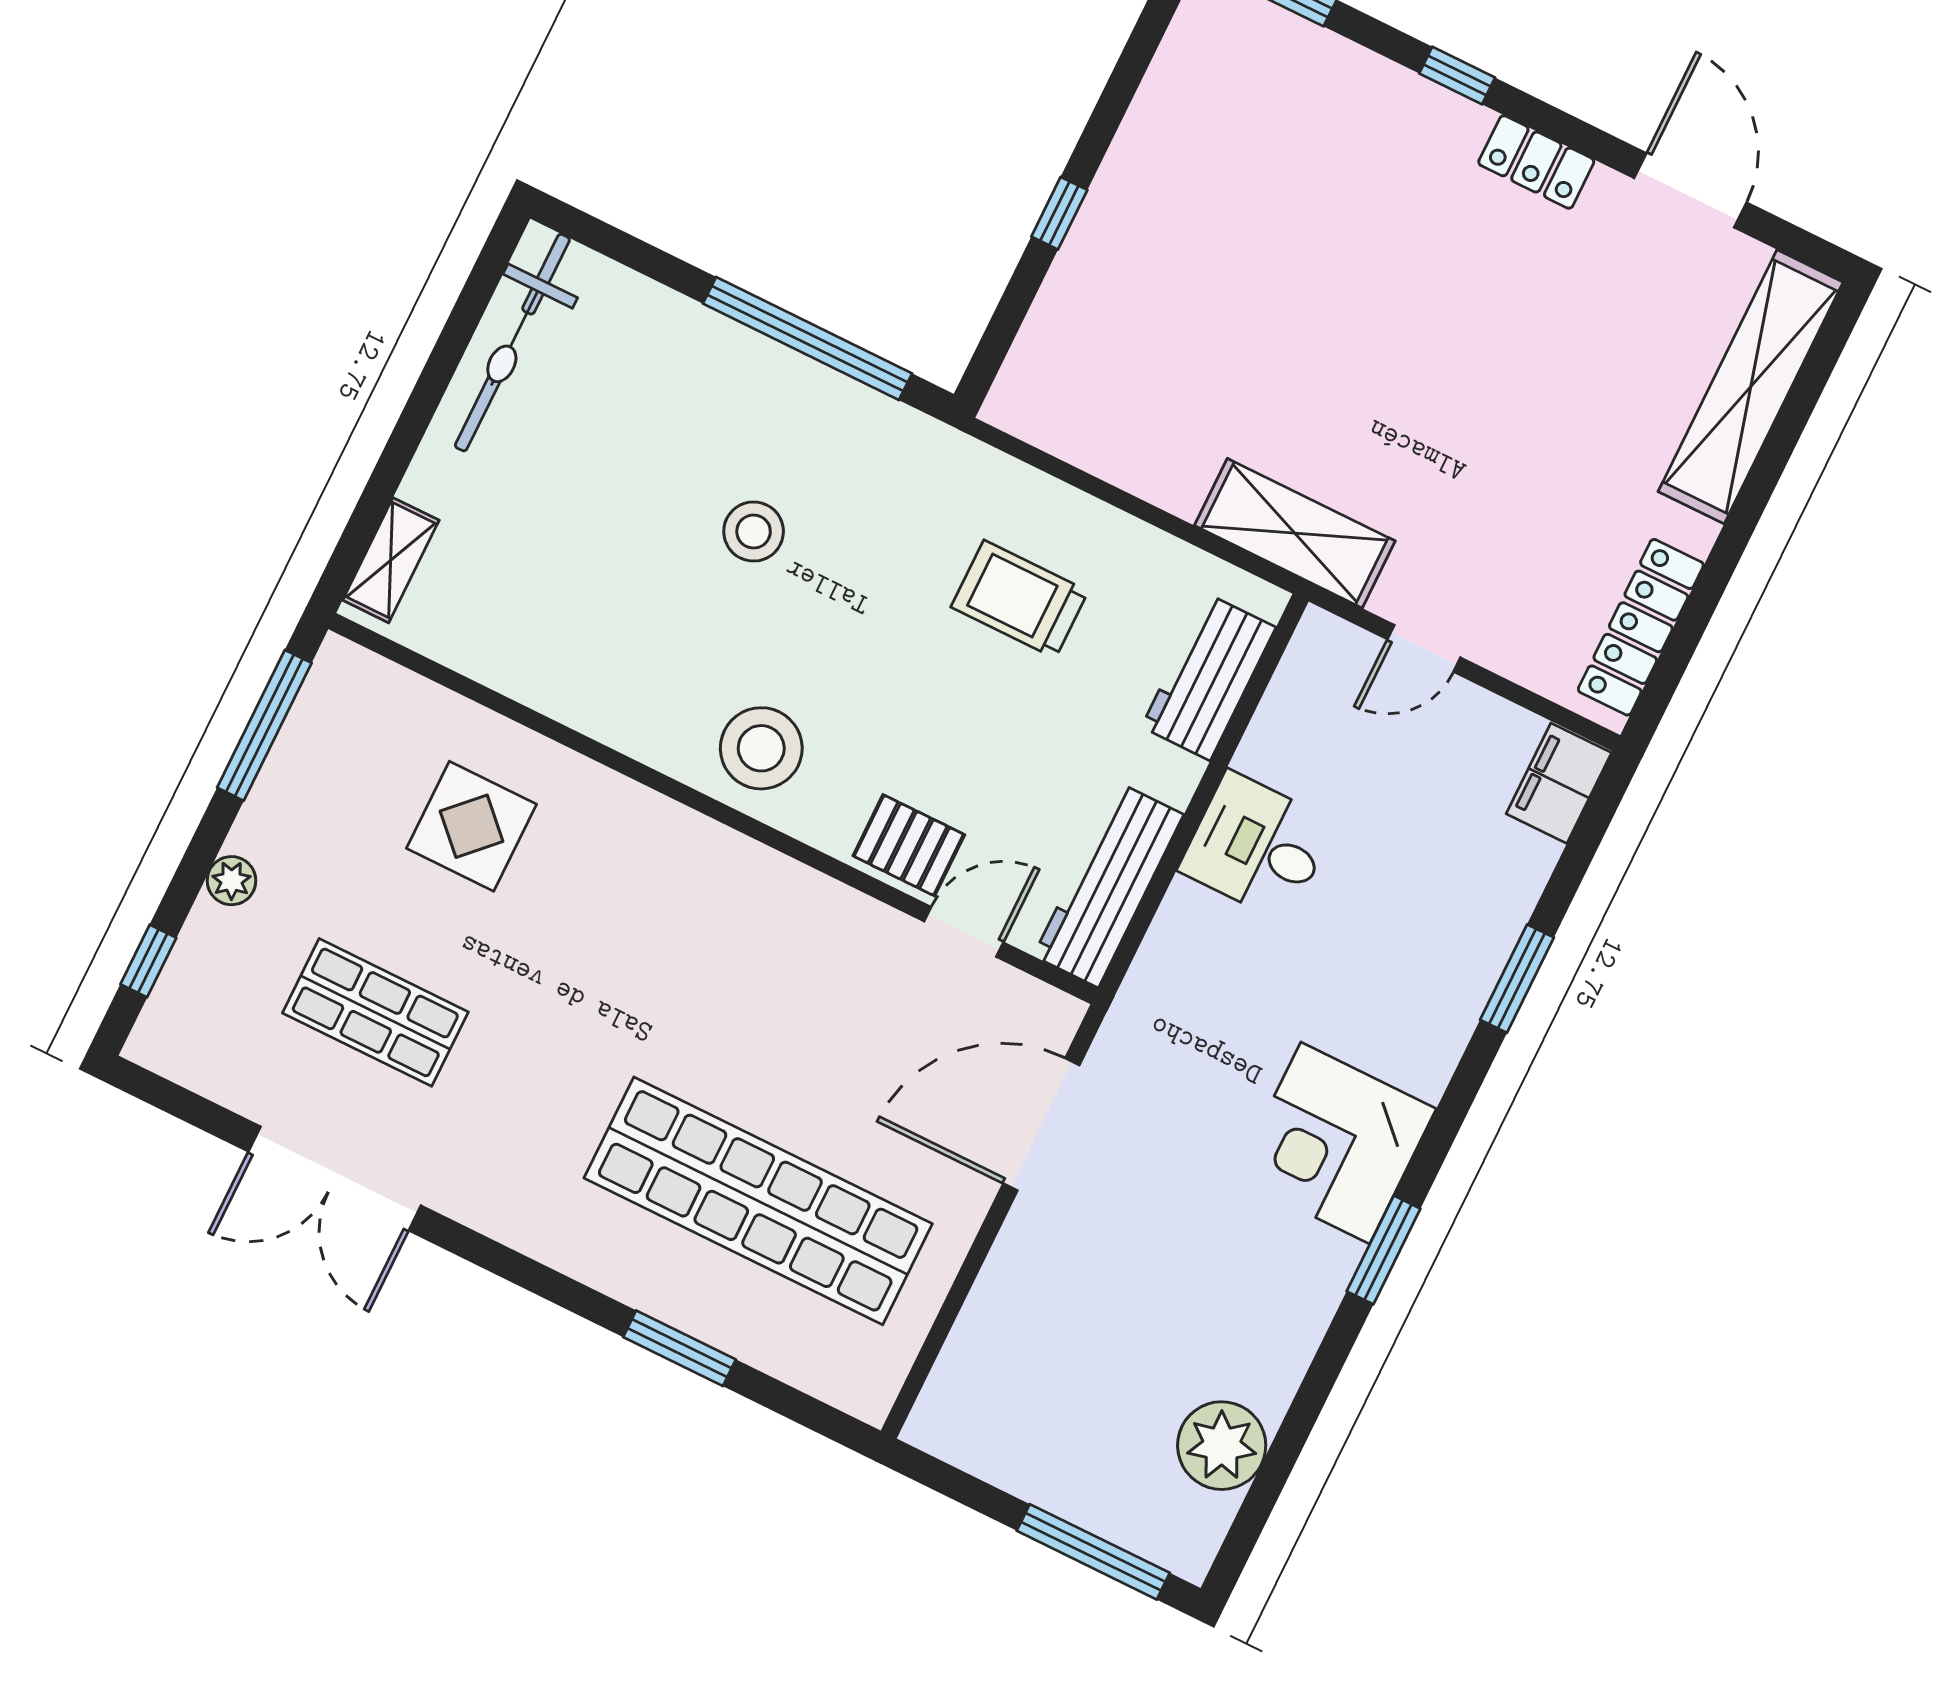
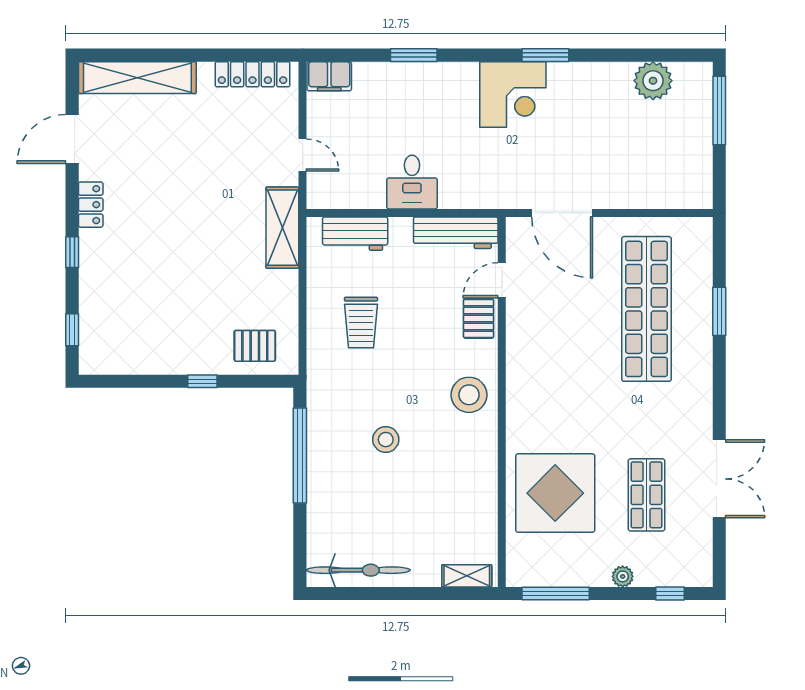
pallet: (1079, 357) -> (255, 346), added
display table: (472, 826) -> (555, 493), width x1.86, depth x1.86
door: (964, 932) -> (502, 280), hinge flipped

